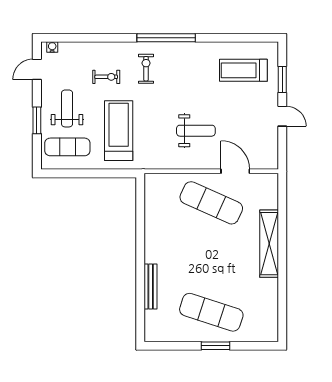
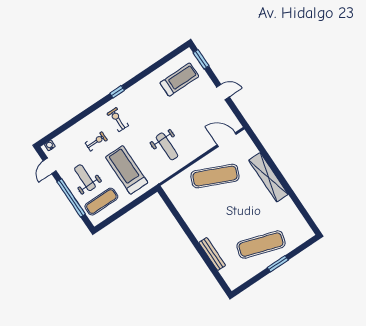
window: (166, 38) -> (117, 92), width x0.32
treadmill: (243, 70) -> (179, 80), turned 180
window: (282, 79) -> (201, 59), moved
window: (37, 120) -> (71, 198), width x2.11
weight bench: (196, 131) -> (167, 146), moved, turned 90
door: (235, 171) -> (227, 140), moved

